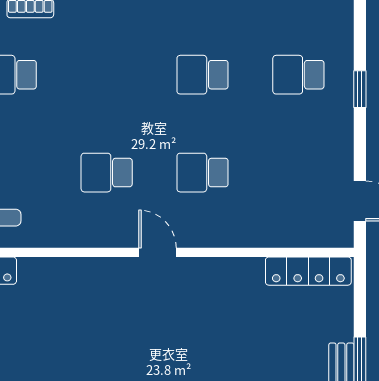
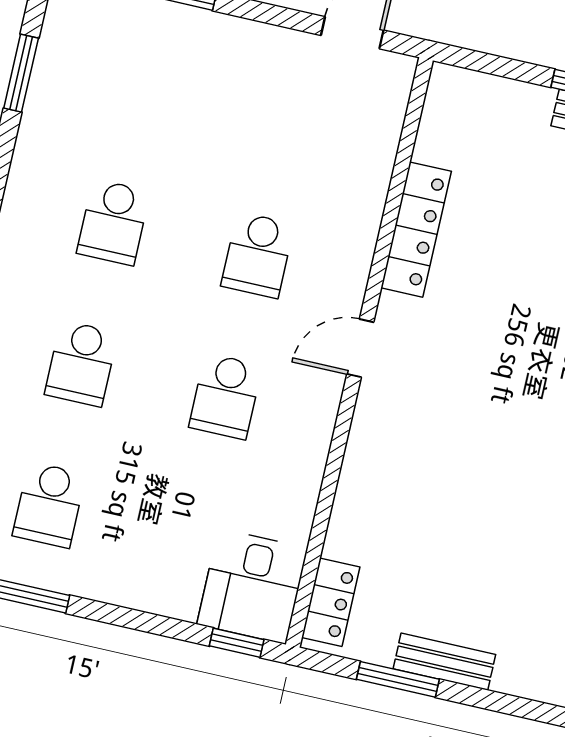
school desk: (298, 75) -> (81, 364), moved
locker: (308, 271) -> (416, 230), moved

